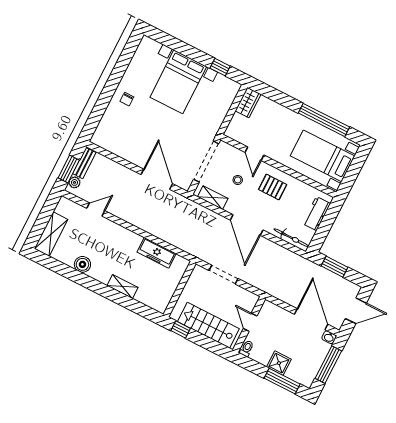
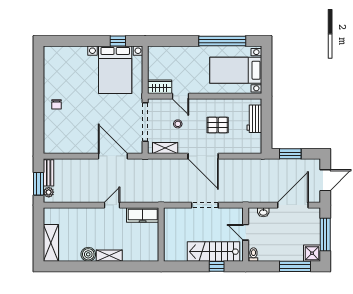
bed with nightstands: (178, 82) -> (115, 70), moved
wardrobe: (248, 103) -> (160, 87), moved, turned -90
pallet: (273, 187) -> (218, 125), moved
door: (96, 210) -> (112, 205), moved
bicycle: (291, 238) -> (244, 148), removed
shelving: (122, 286) -> (109, 256), moved
wall: (180, 289) -> (161, 235), moved
door: (311, 319) -> (293, 205), hinge flipped
window: (181, 329) -> (217, 266), moved
washbasin: (329, 337) -> (263, 212), moved
shower: (279, 363) -> (312, 253), moved

